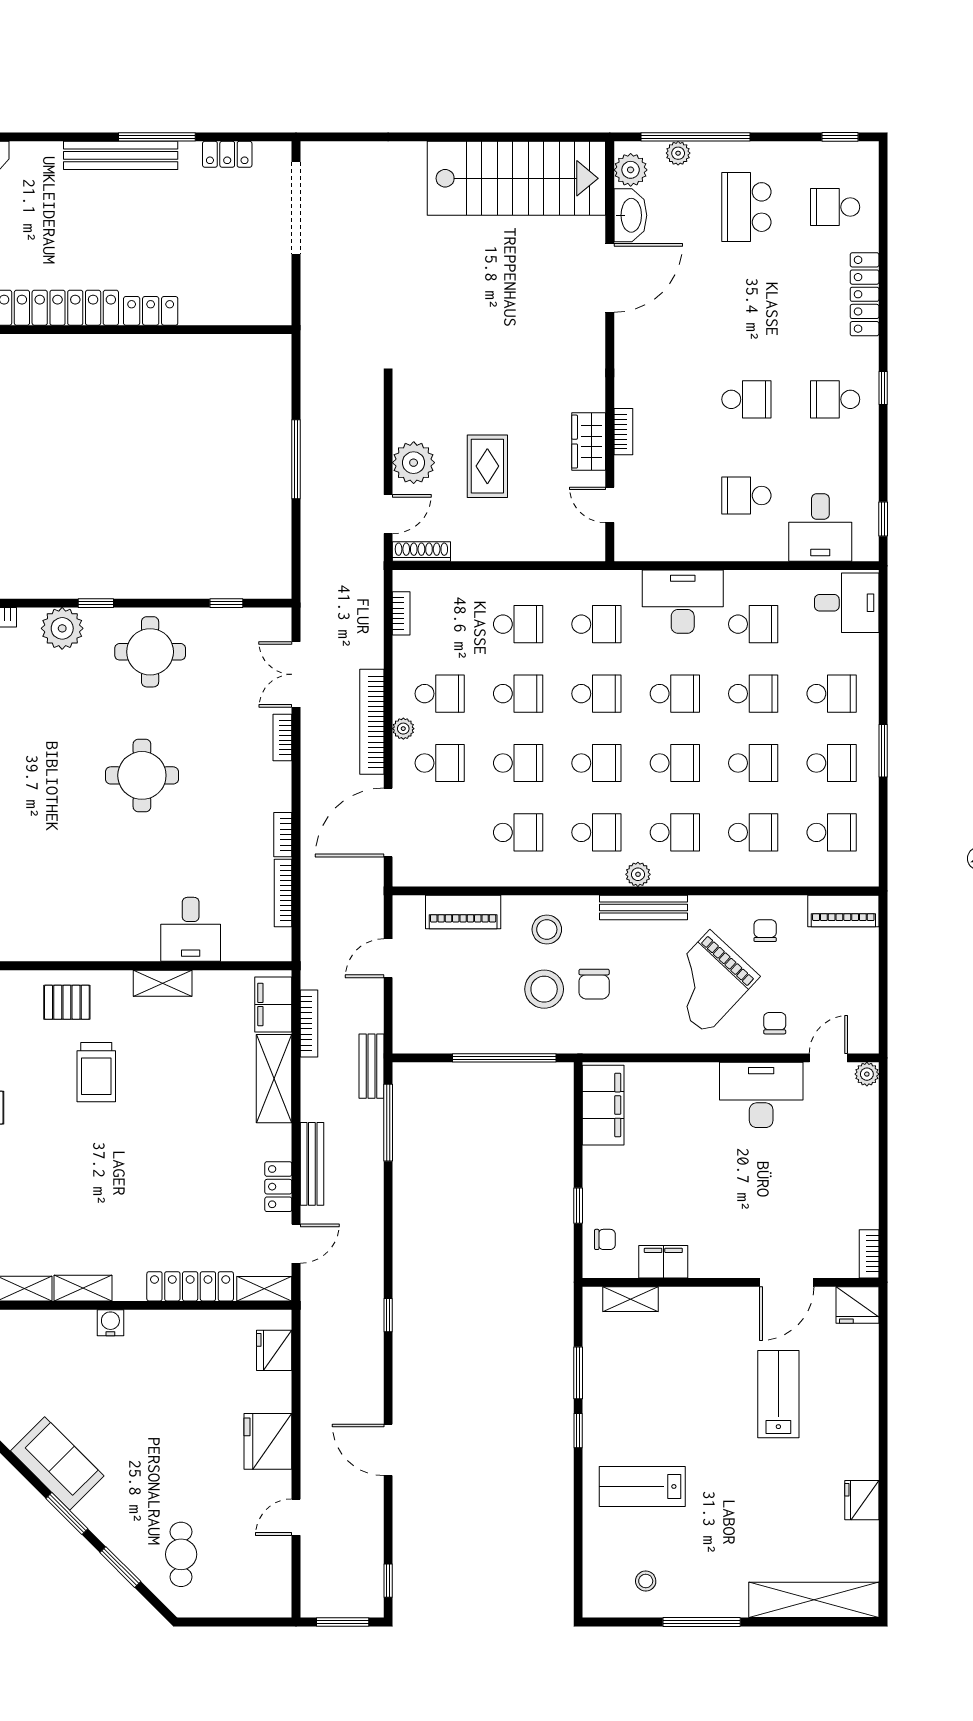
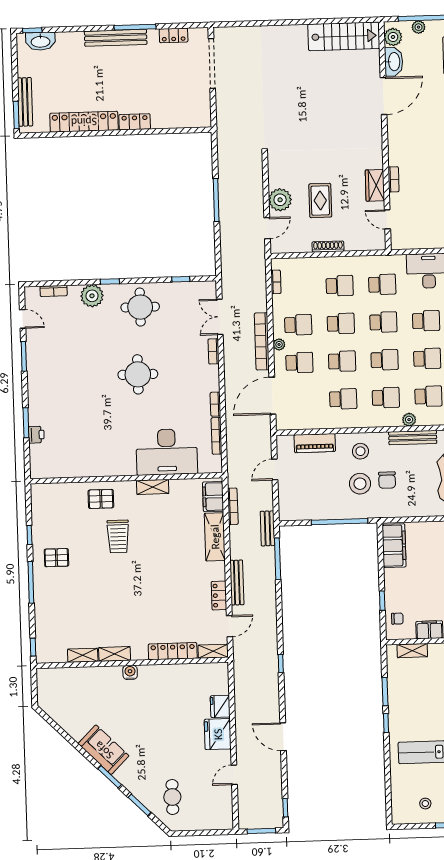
stairs: (516, 178) -> (344, 36), width x0.73, depth x0.66
shoe rack: (421, 552) -> (328, 247), moved
desk: (191, 929) -> (167, 452), width x1.87, depth x1.30
fridge: (274, 1350) -> (220, 706), moved

